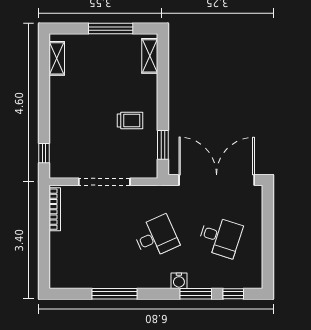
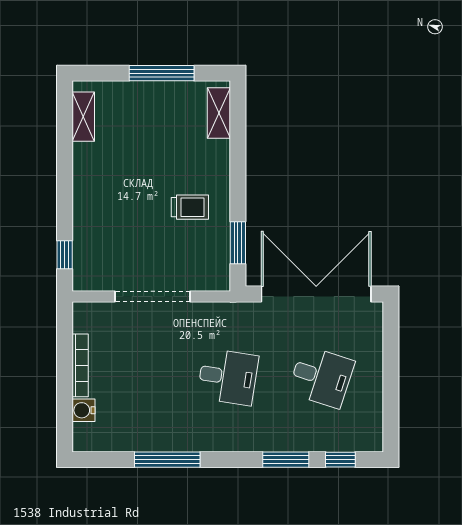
bookcase: (55, 209) -> (80, 365), moved
desk: (156, 237) -> (228, 377), turned 33
water cooler: (179, 281) -> (84, 410), moved, turned 90

